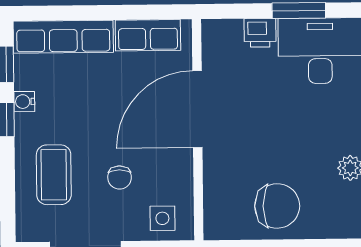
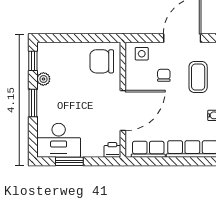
printer: (260, 33) -> (112, 150), moved
chair: (277, 206) -> (102, 61), moved

